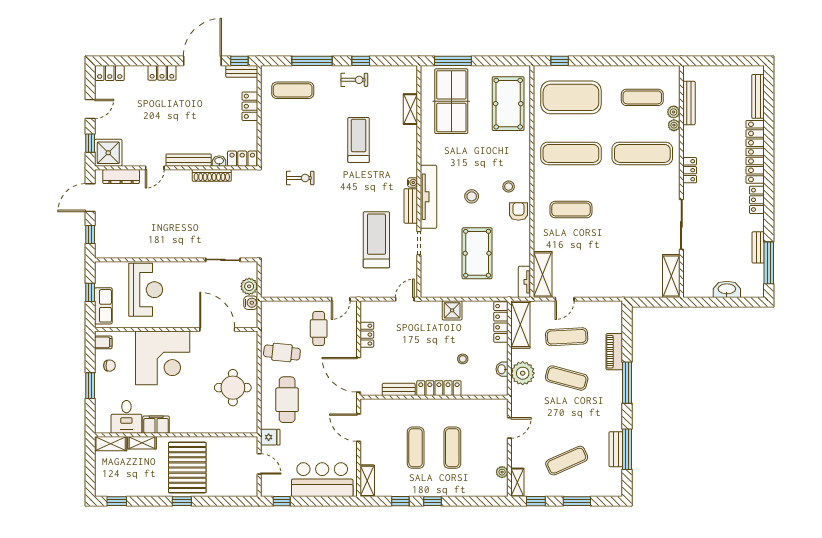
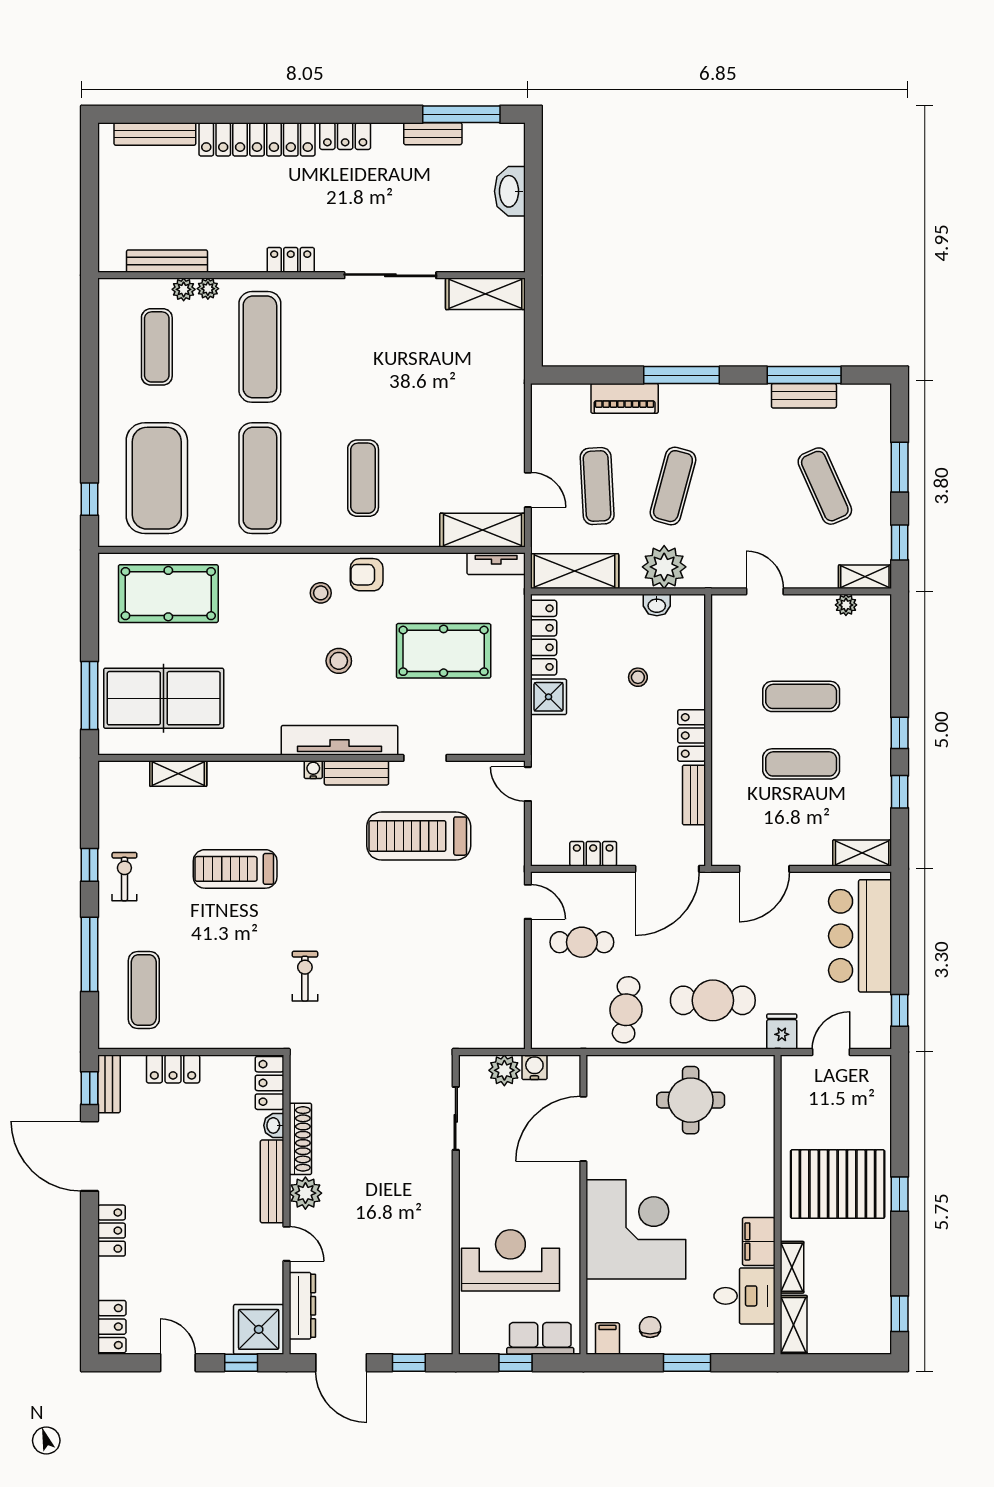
plant: (182, 178) -> (305, 1193), added
locker: (501, 322) -> (544, 638), moved, turned -90
locker: (439, 388) -> (692, 735), width x0.66

